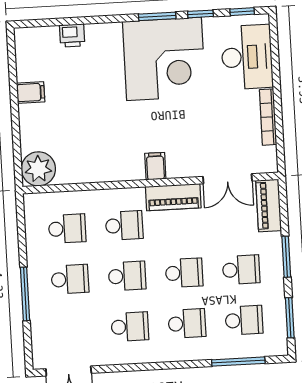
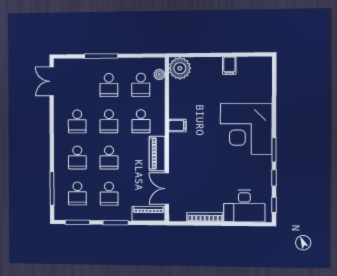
printer: (72, 36) -> (265, 94), removed
corner desk: (164, 59) -> (246, 129), moved
filing cabinet: (155, 166) -> (177, 126), moved
plant: (50, 201) -> (159, 74), added

